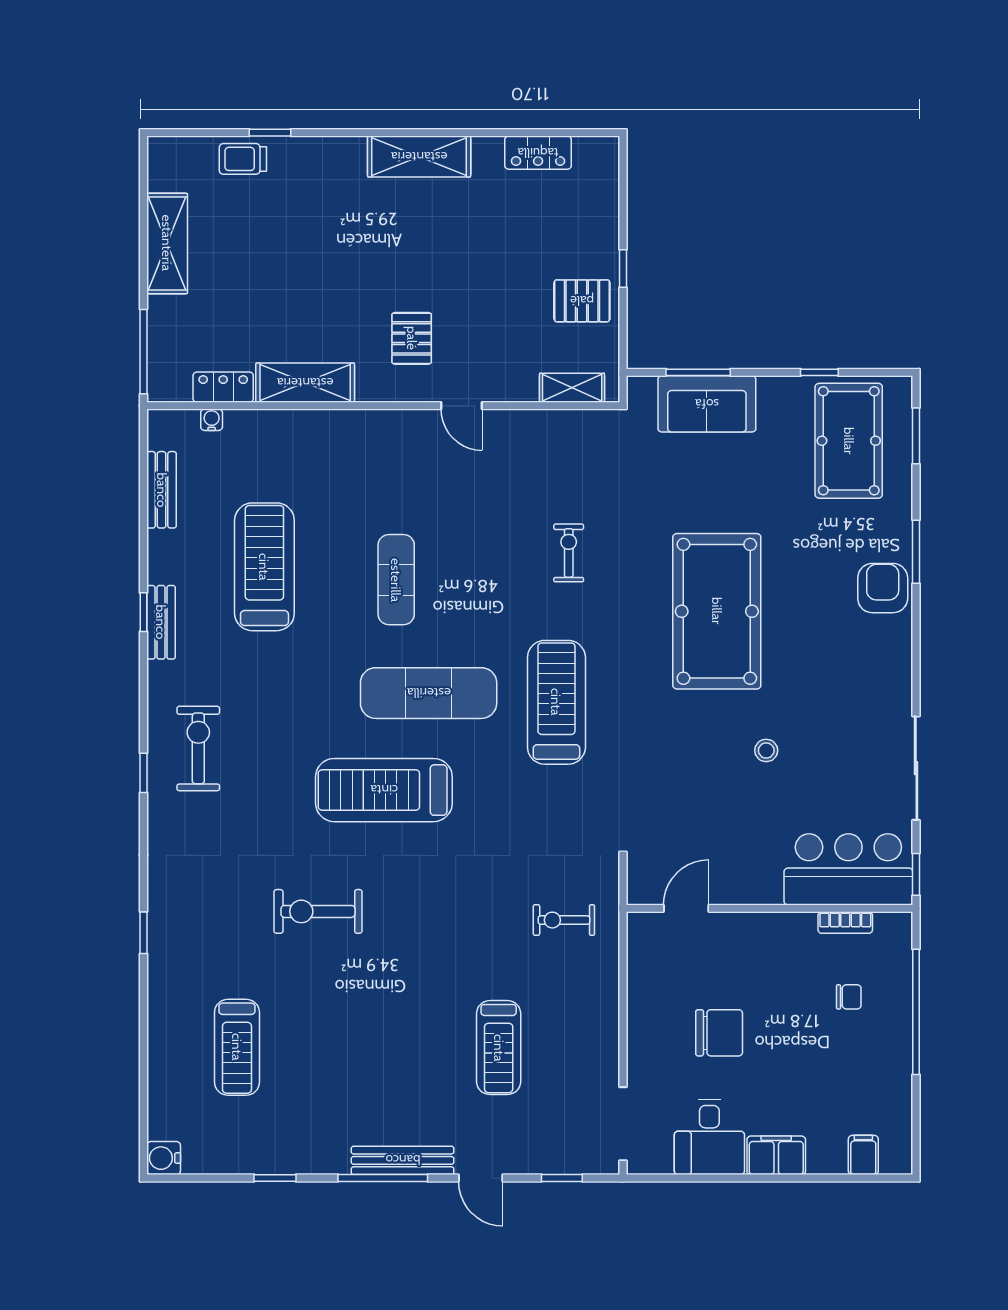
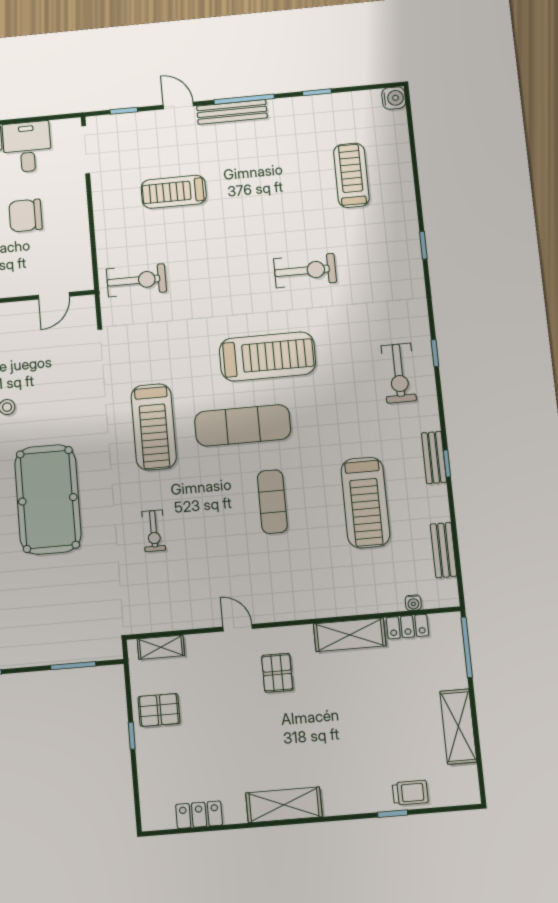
sofa: (707, 404) -> (65, 644), removed
exercise bike: (564, 920) -> (136, 280), width x1.38, depth x1.39
treadmill: (499, 1048) -> (174, 192), turned -90

